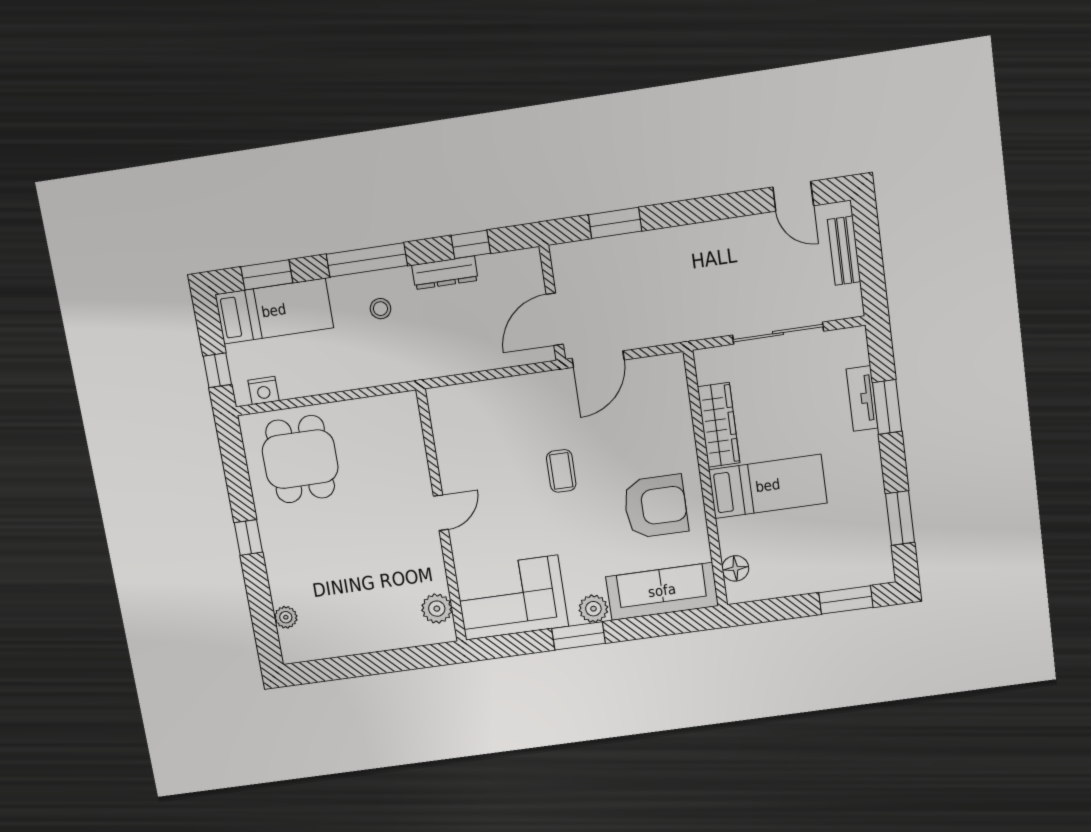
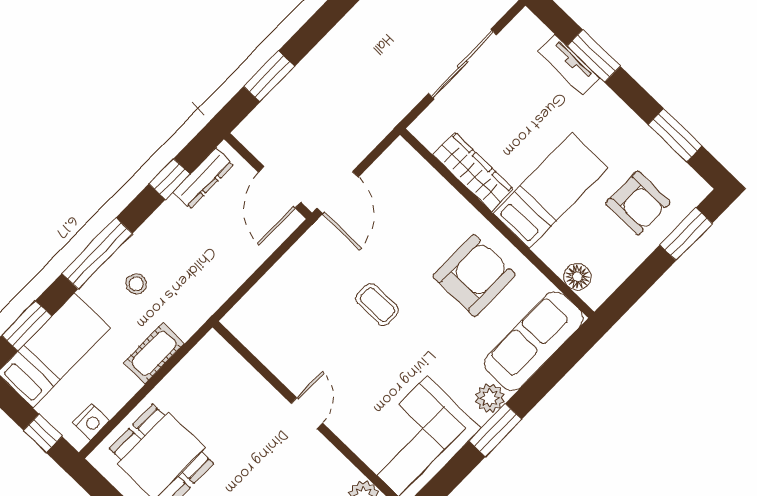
dresser: (445, 273) -> (203, 178), moved
cot: (354, 375) -> (154, 353), added
armchair: (828, 548) -> (638, 203), added

